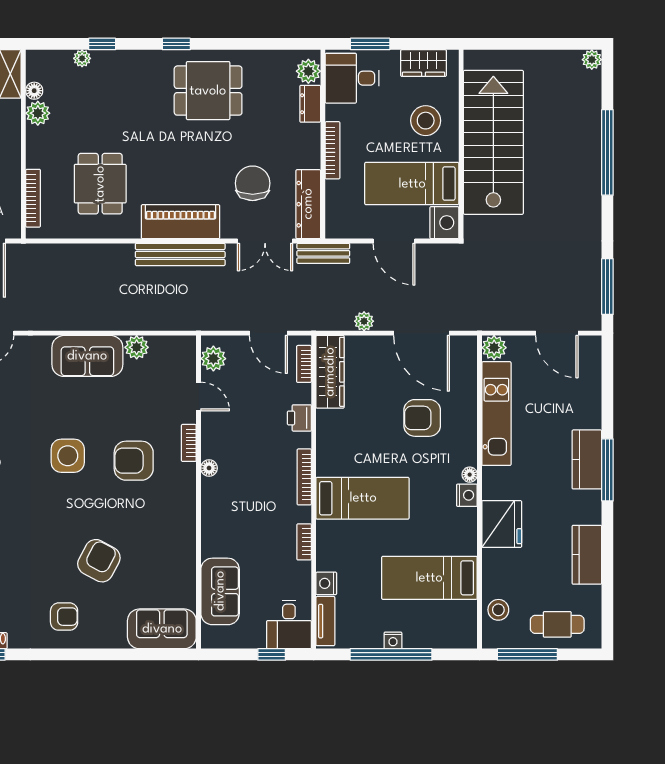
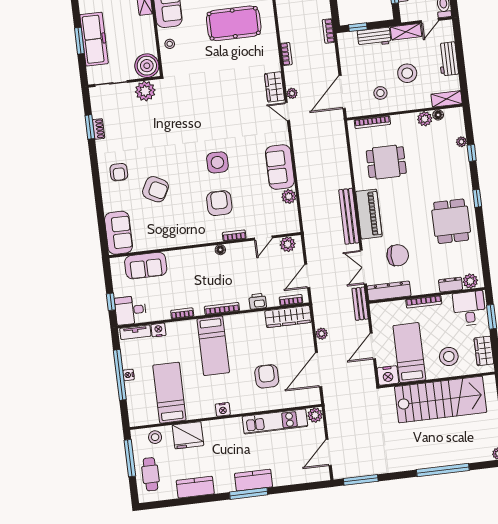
floor lamp: (470, 475) -> (236, 410), removed
fridge: (502, 524) -> (188, 435), moved

